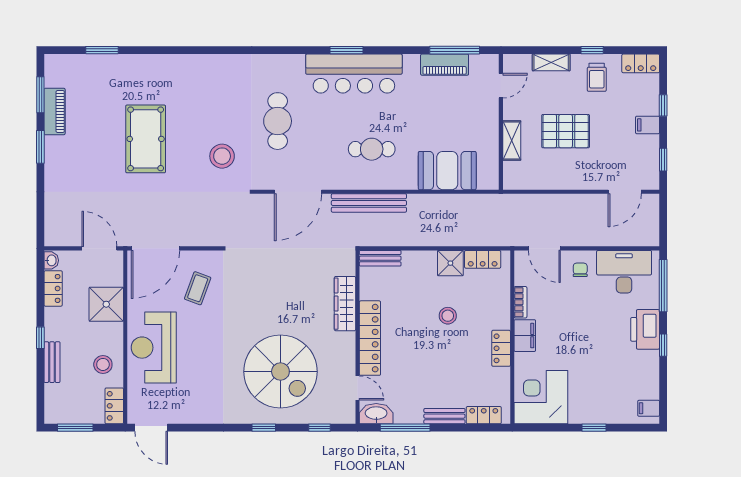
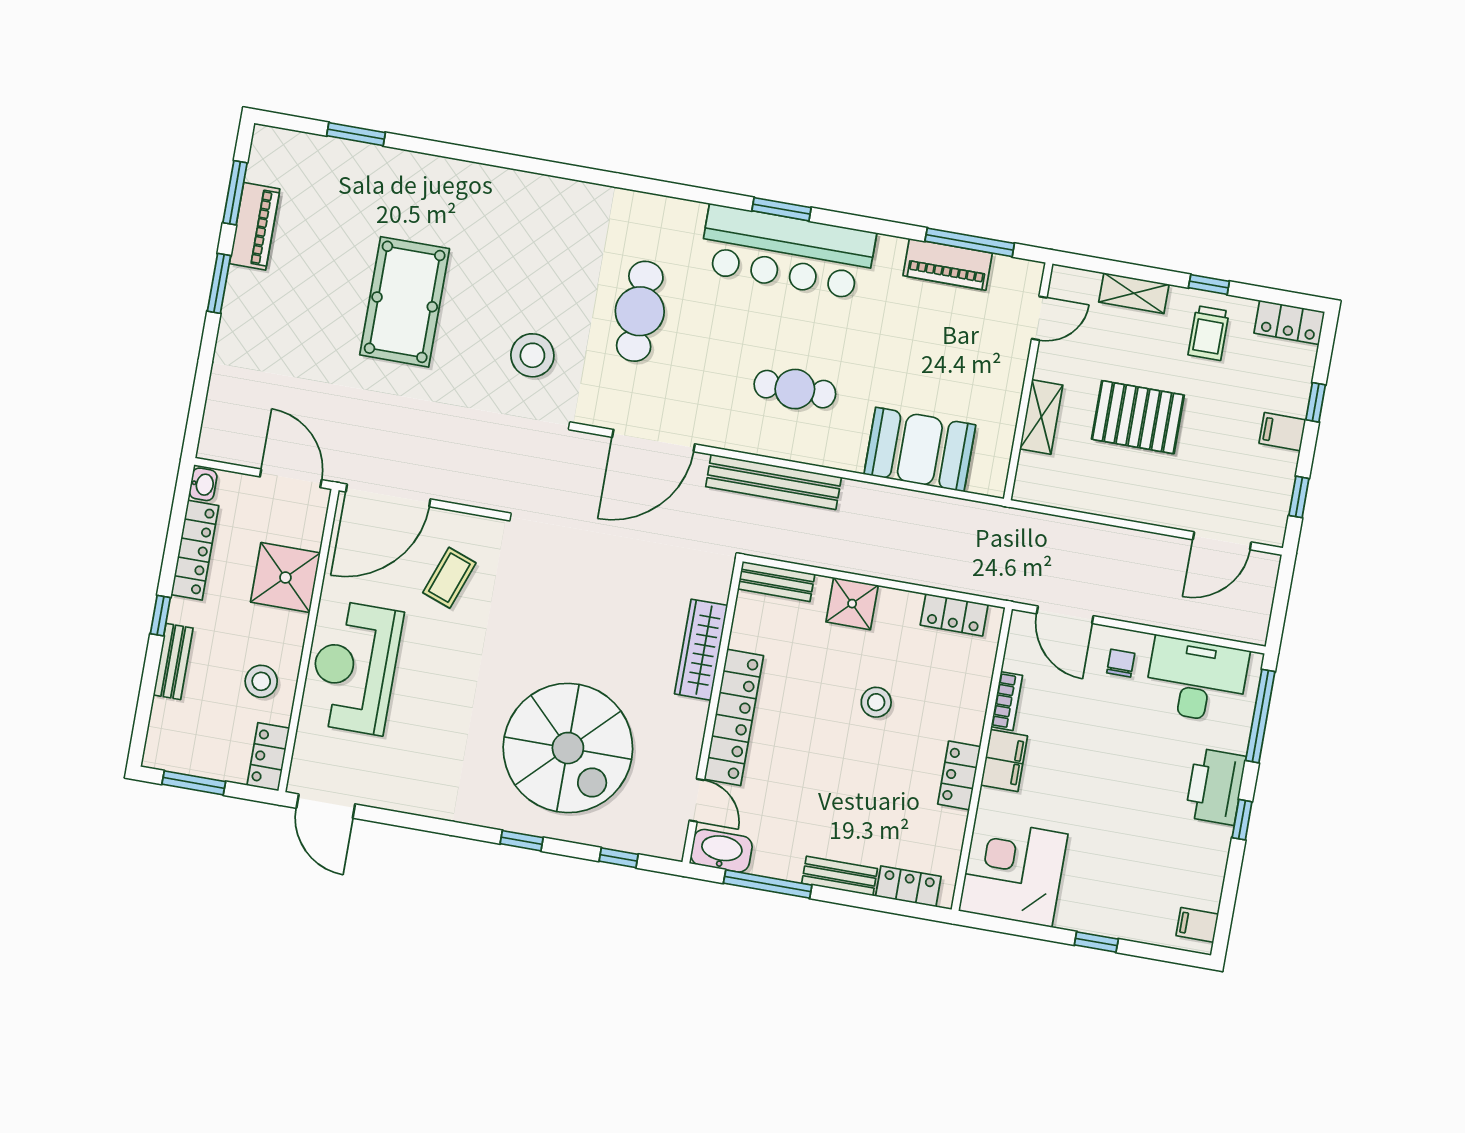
shower: (450, 263) -> (852, 604), moved
locker: (53, 288) -> (195, 550), width x1.53

